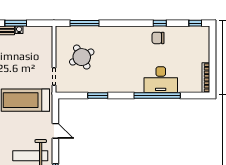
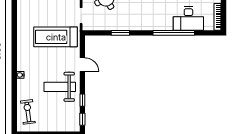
desk: (161, 80) -> (188, 19), moved

